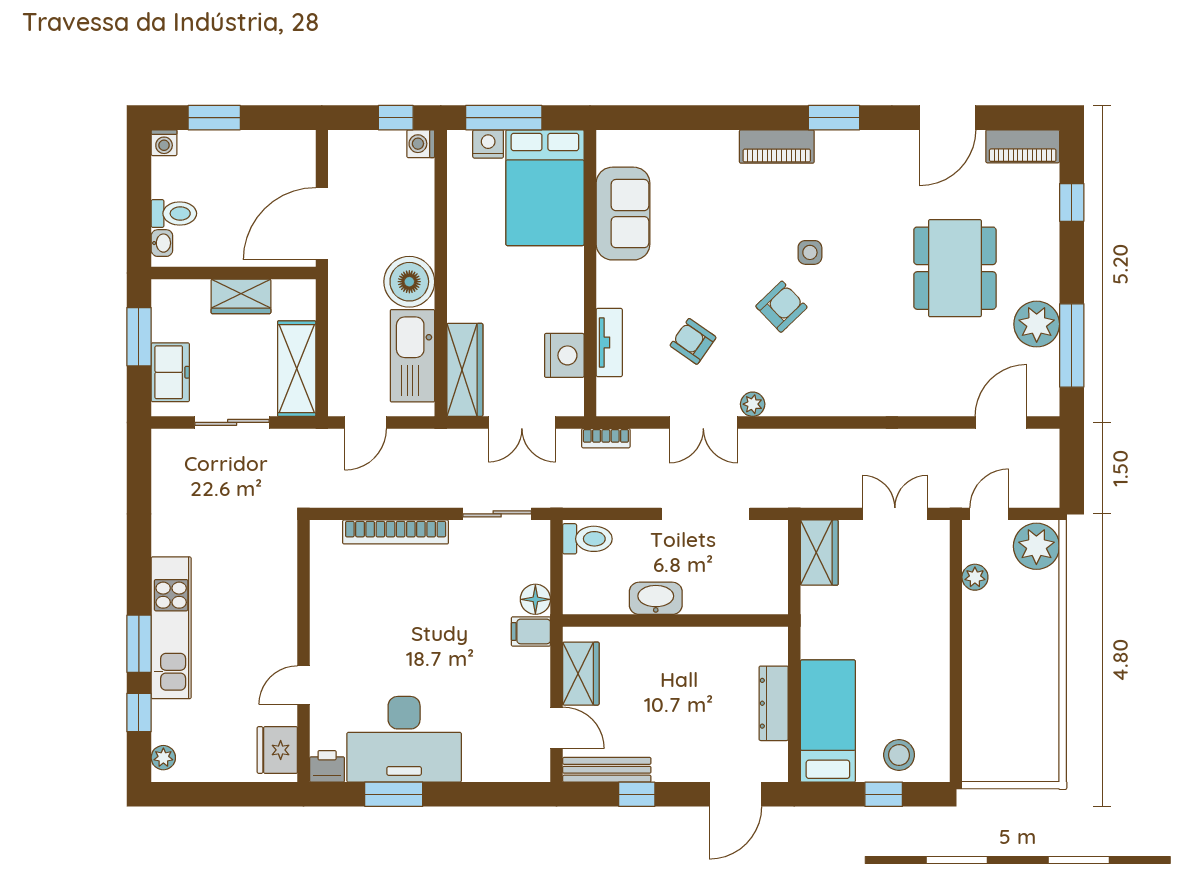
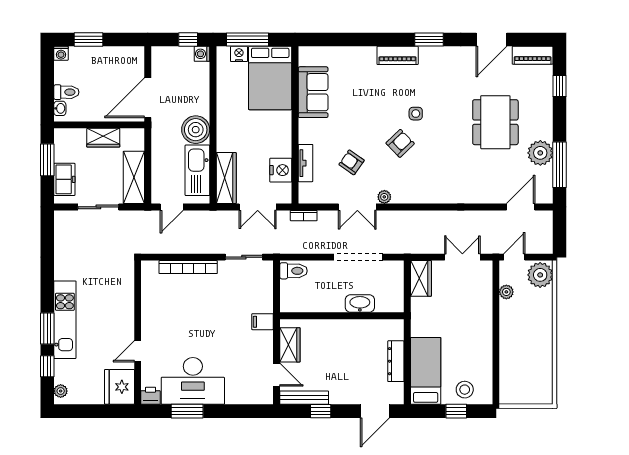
washbasin: (656, 598) -> (360, 304), moved
floor lamp: (535, 599) -> (265, 304), removed
fridge: (277, 750) -> (119, 387), width x1.36, depth x1.34

